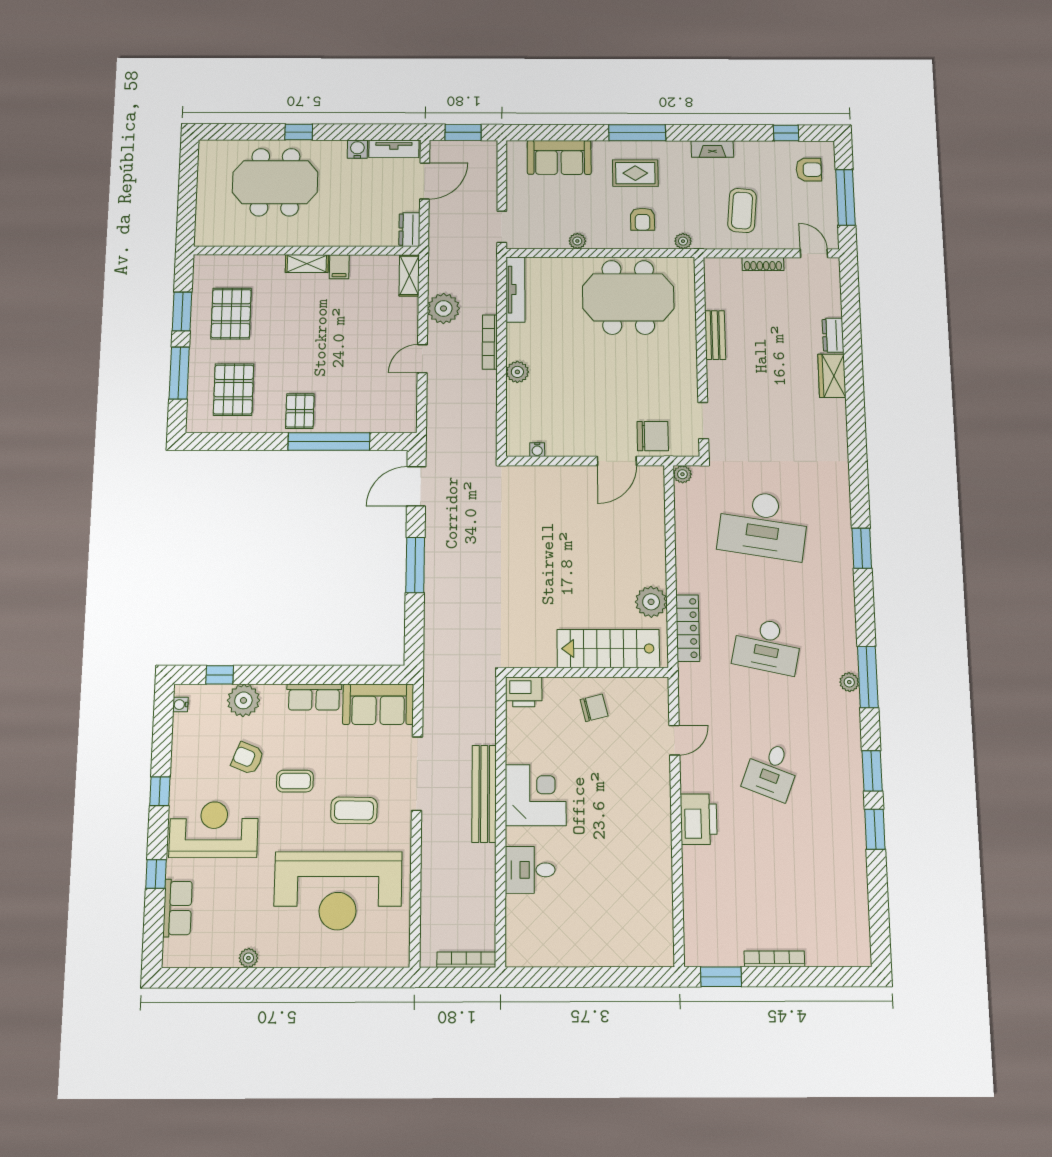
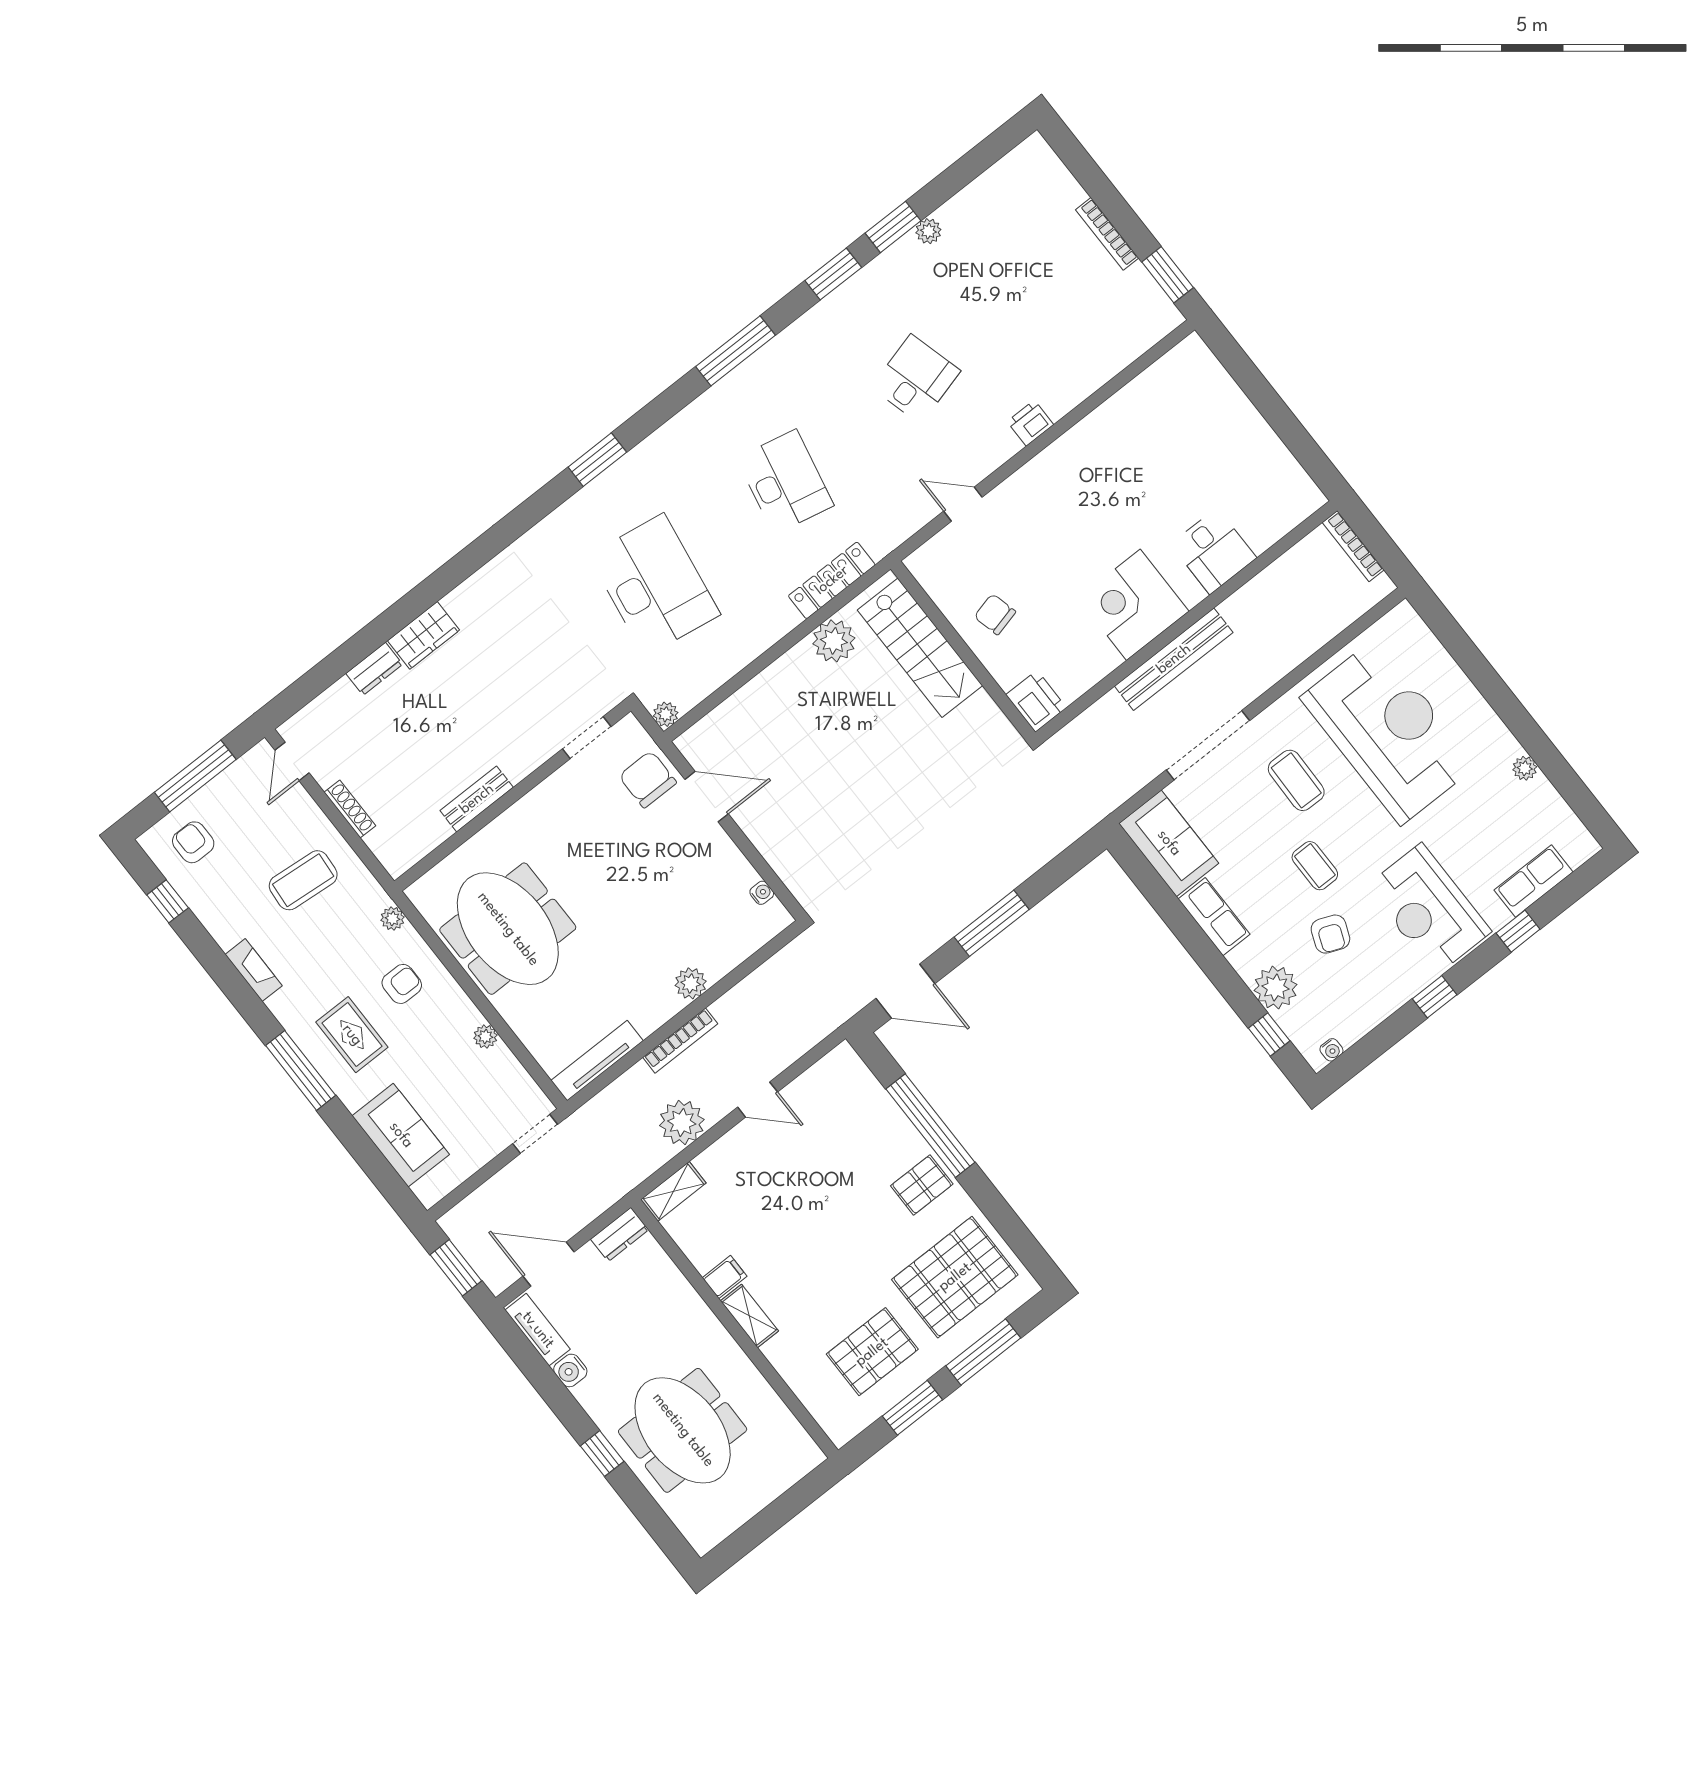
pallet: (233, 390) -> (955, 1277), width x1.37, depth x1.41
plant: (849, 682) -> (928, 231), moved
desk: (771, 771) -> (916, 379), turned -36
printer: (699, 819) -> (1030, 423), width x0.53, depth x0.68

